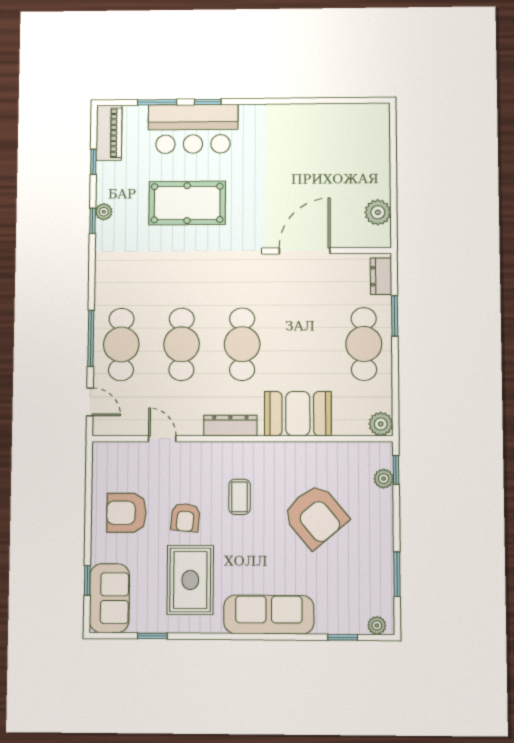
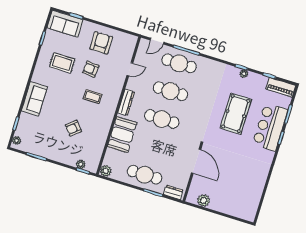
armchair: (315, 516) -> (73, 128), width x0.53, depth x0.53
rug: (190, 580) -> (62, 63), width x0.73, depth x0.70
sofa: (269, 615) -> (34, 99), width x0.73

